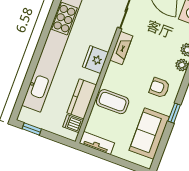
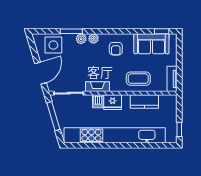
coffee table: (113, 102) -> (138, 79), turned 90
window: (174, 113) -> (162, 31), moved
dishwasher: (73, 124) -> (98, 101), moved

